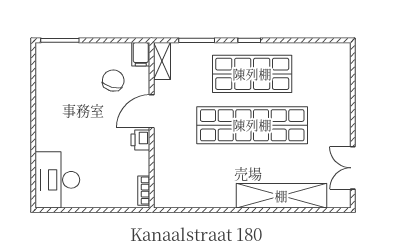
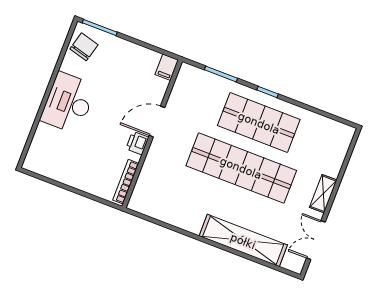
shelving: (162, 61) -> (323, 194), moved
chair: (113, 81) -> (84, 47), moved
desk: (57, 180) -> (68, 103), moved
bookcase: (144, 191) -> (126, 182), width x1.56

